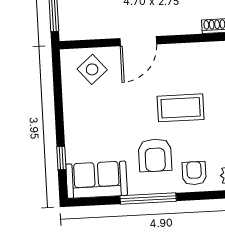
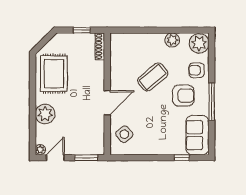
door: (138, 41) -> (107, 103), hinge flipped
coffee table: (181, 108) -> (153, 77), turned 50

